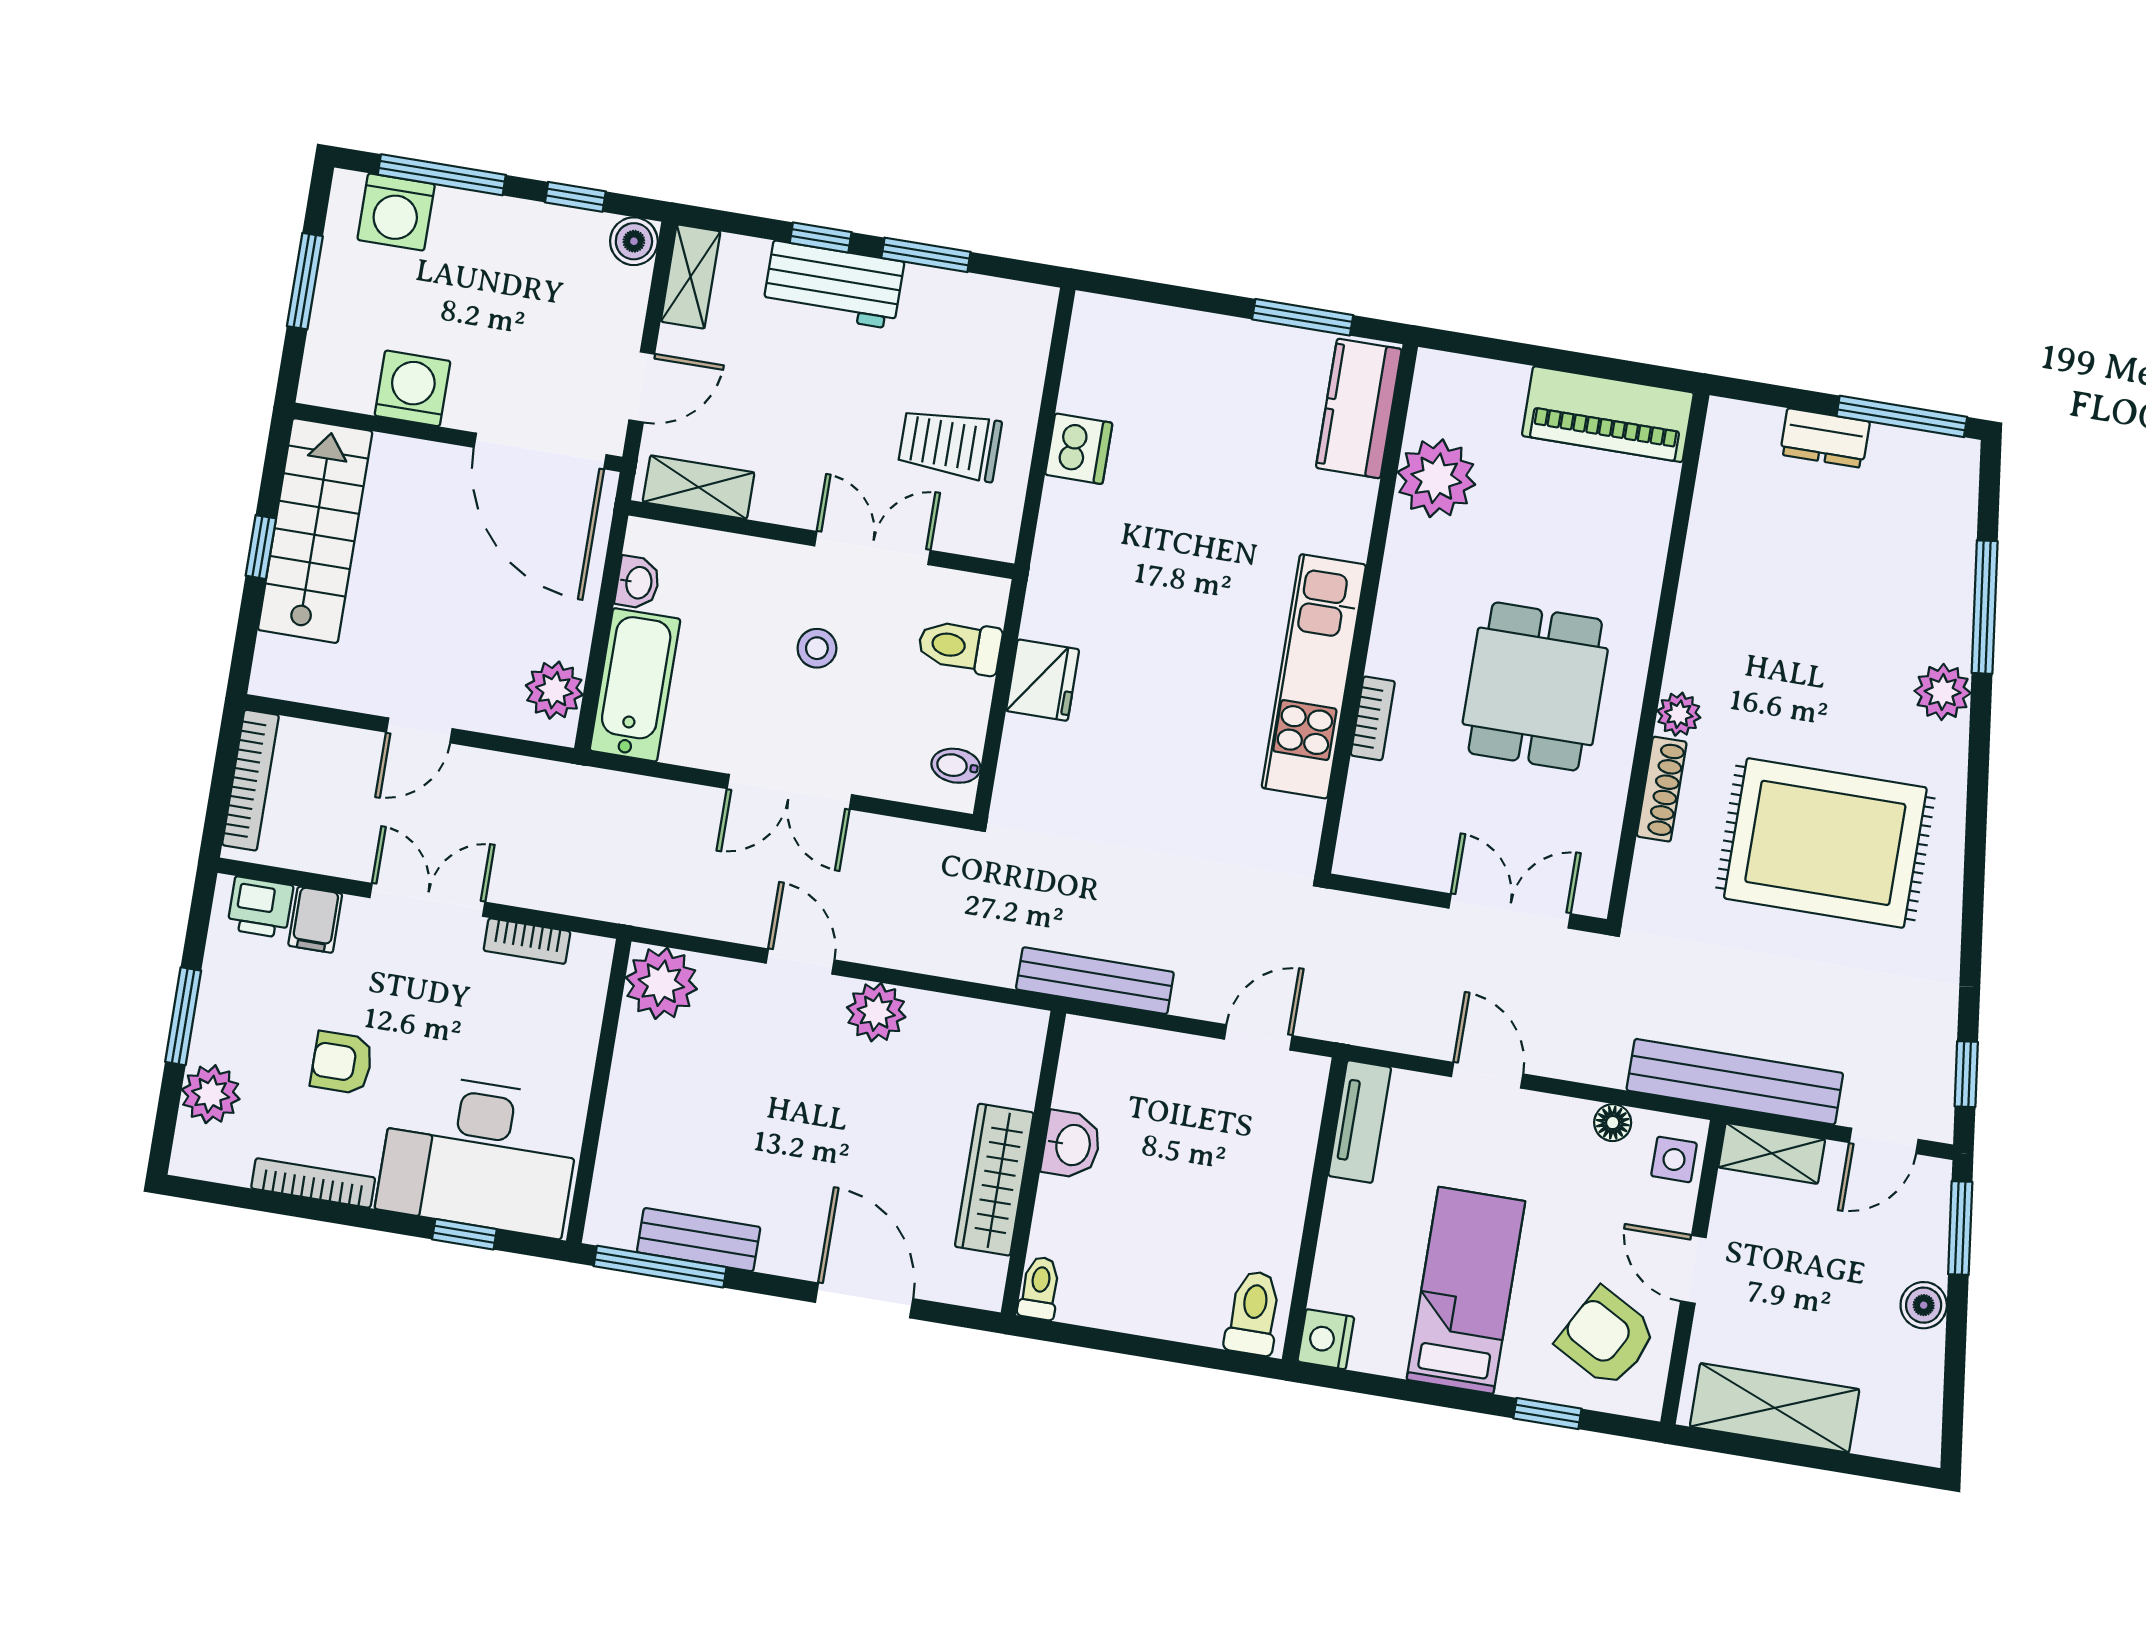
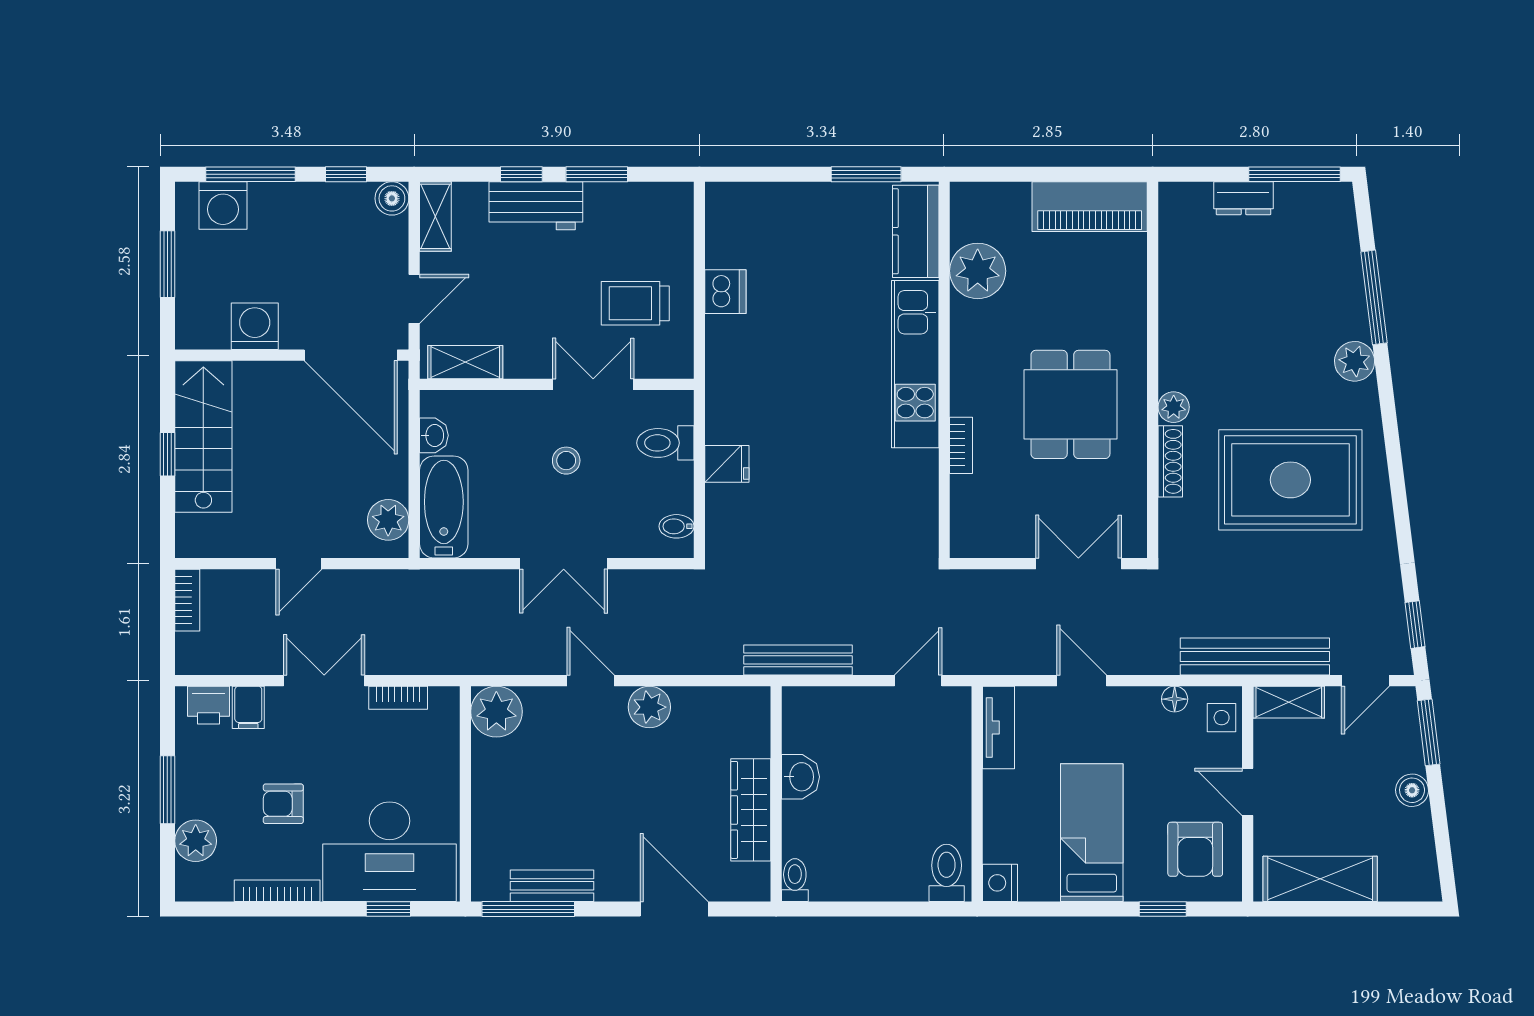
kitchen unit: (1314, 676) -> (915, 364), moved
fridge: (1043, 680) -> (727, 464), width x0.72
bookcase: (251, 780) -> (187, 600), width x0.64
armchair: (1607, 1338) -> (1195, 849), turned -119

